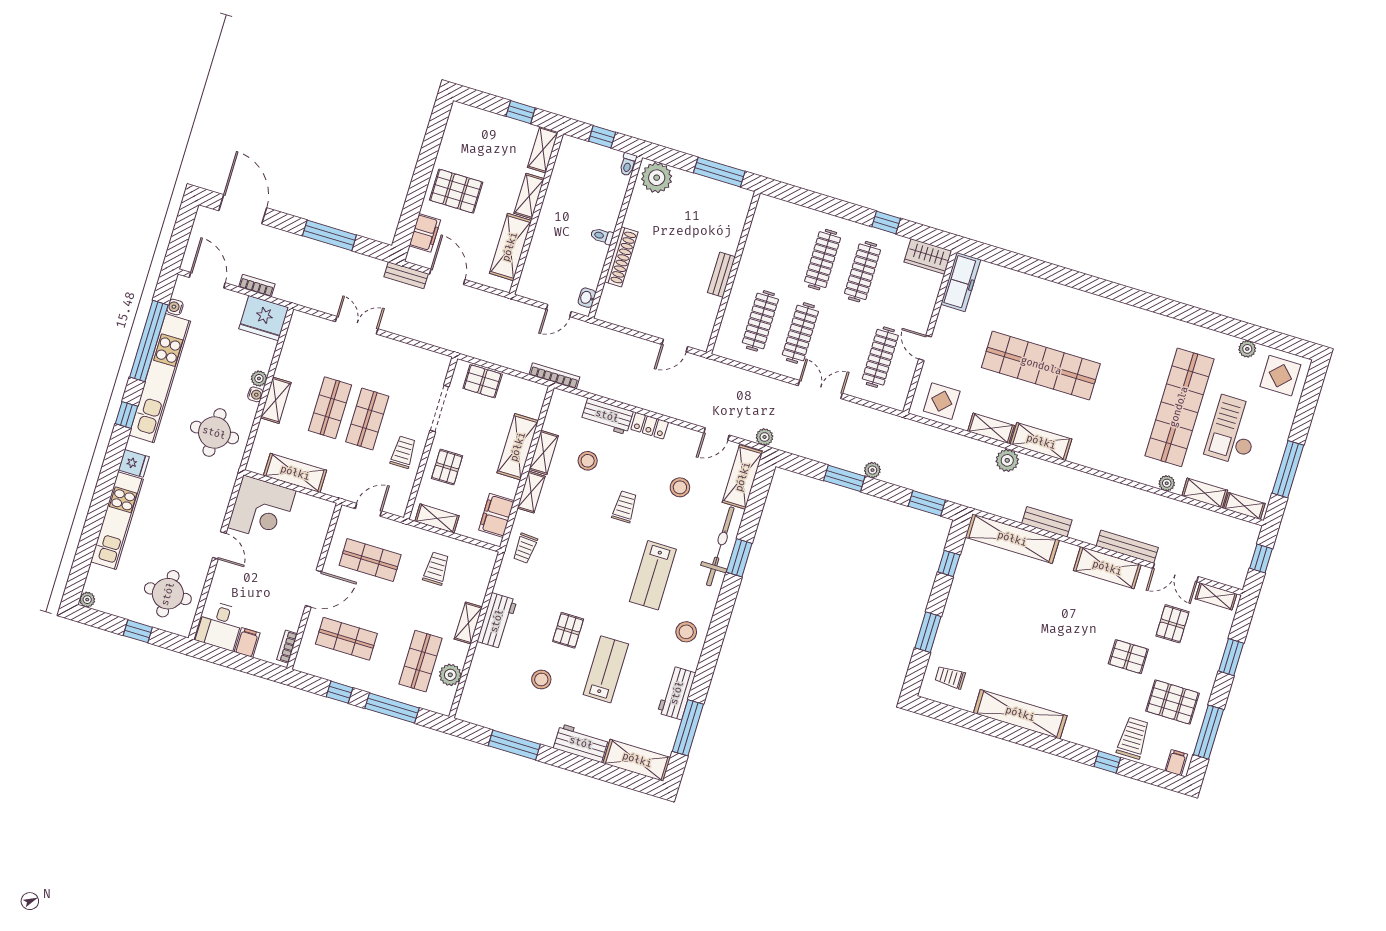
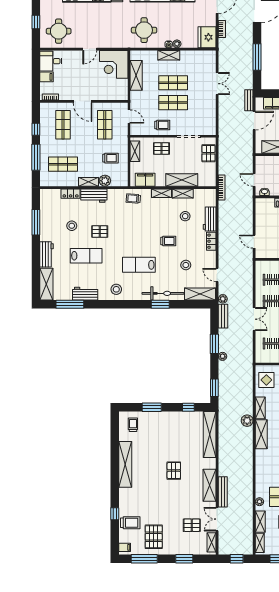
bench: (1047, 522) -> (223, 316), moved
pallet: (1128, 657) -> (174, 471), moved
locker: (480, 663) -> (71, 194), added
plant: (450, 675) -> (105, 181), moved

